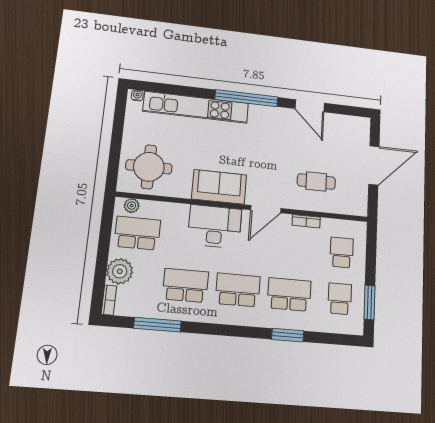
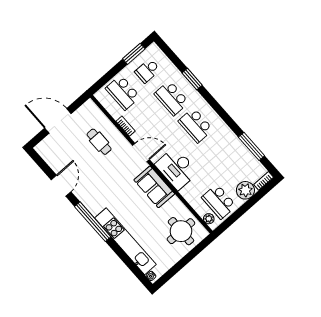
school desk: (342, 252) -> (123, 93), width x1.85
school desk: (185, 285) -> (220, 153), removed

